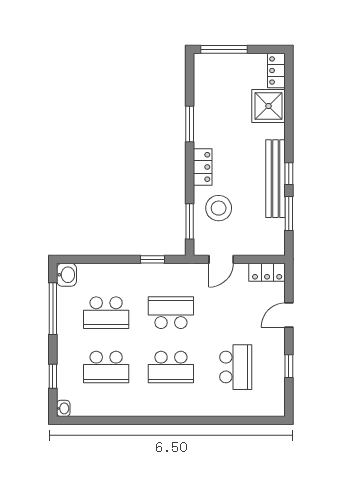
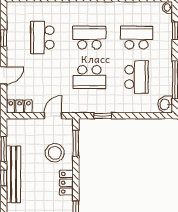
school desk: (106, 313) -> (136, 77), turned 90

